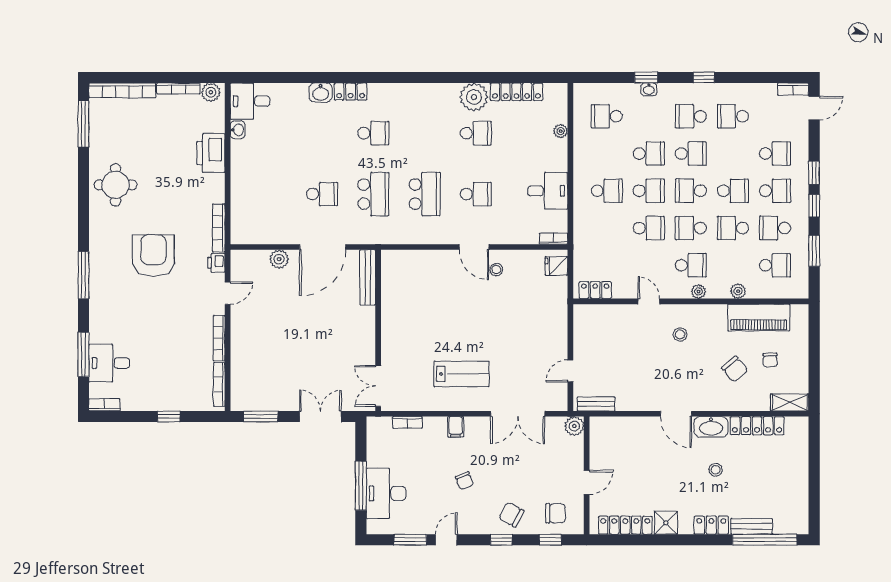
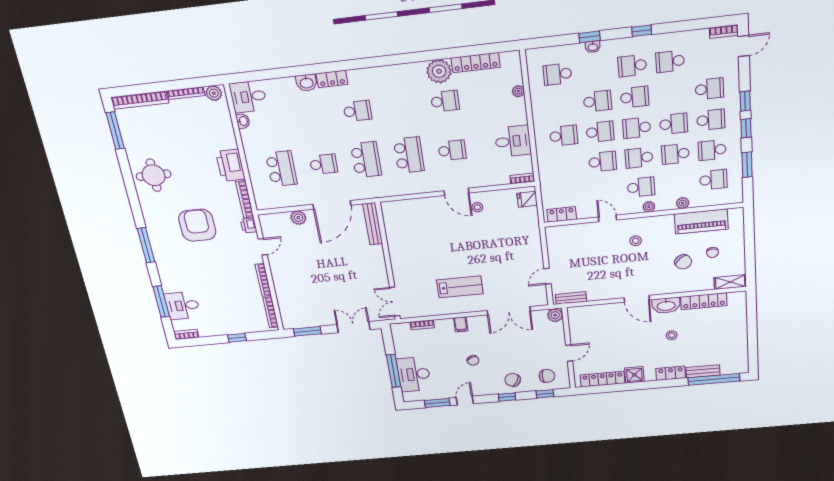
printer: (211, 153) -> (230, 165), moved
school desk: (271, 194) -> (281, 169), added

